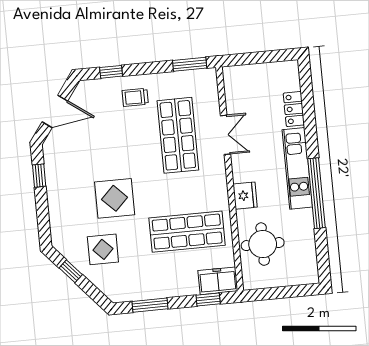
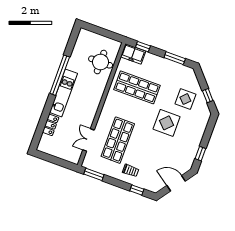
double door: (225, 135) -> (89, 140), moved
fridge: (245, 196) -> (98, 92), removed

